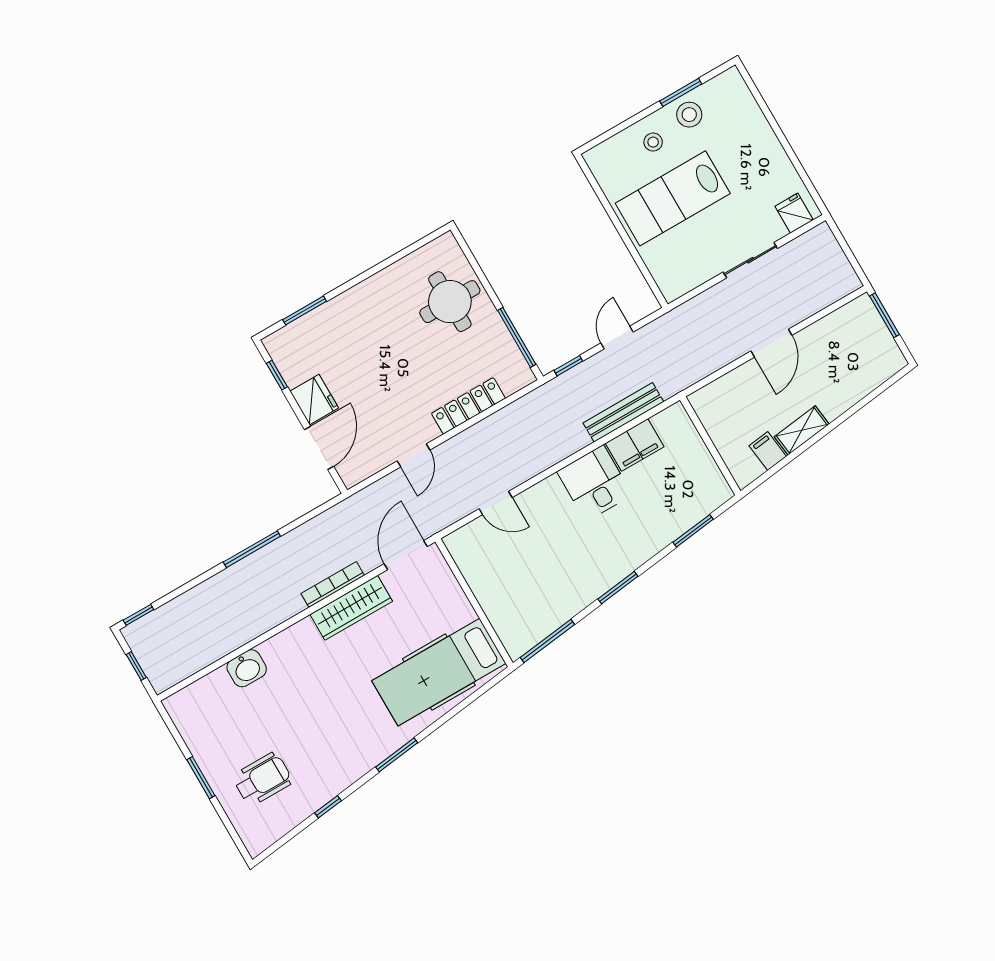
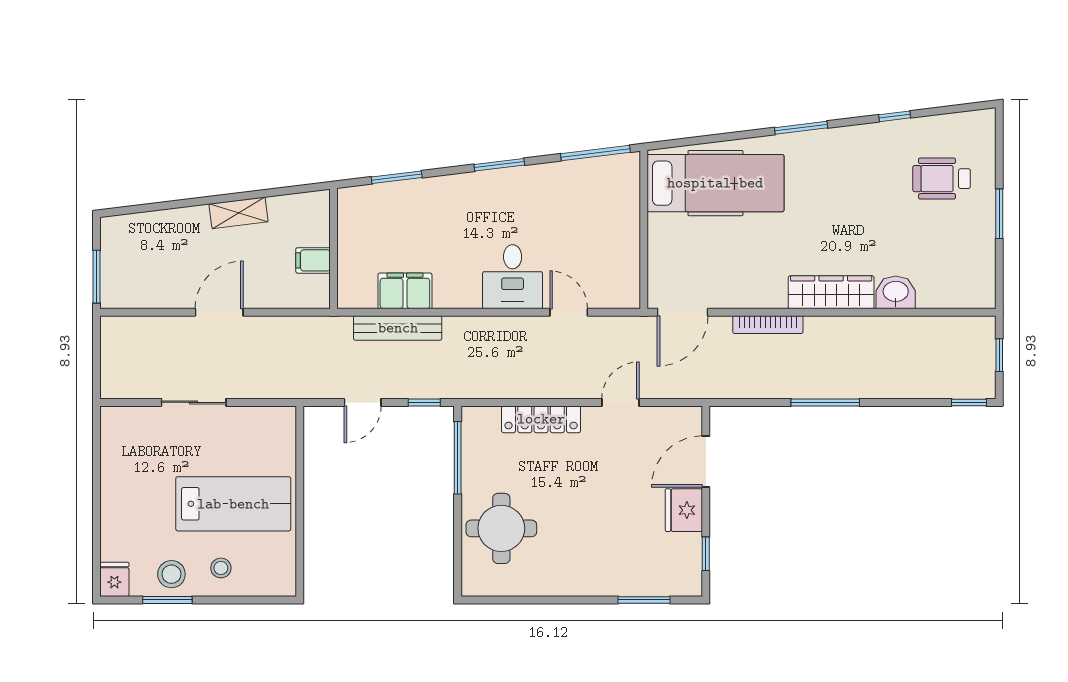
fridge: (794, 213) -> (114, 579), moved, turned 180
filing cabinet: (768, 451) -> (313, 260), moved, turned 97
desk: (595, 483) -> (513, 277), moved
wardrobe: (351, 608) -> (831, 292), moved

